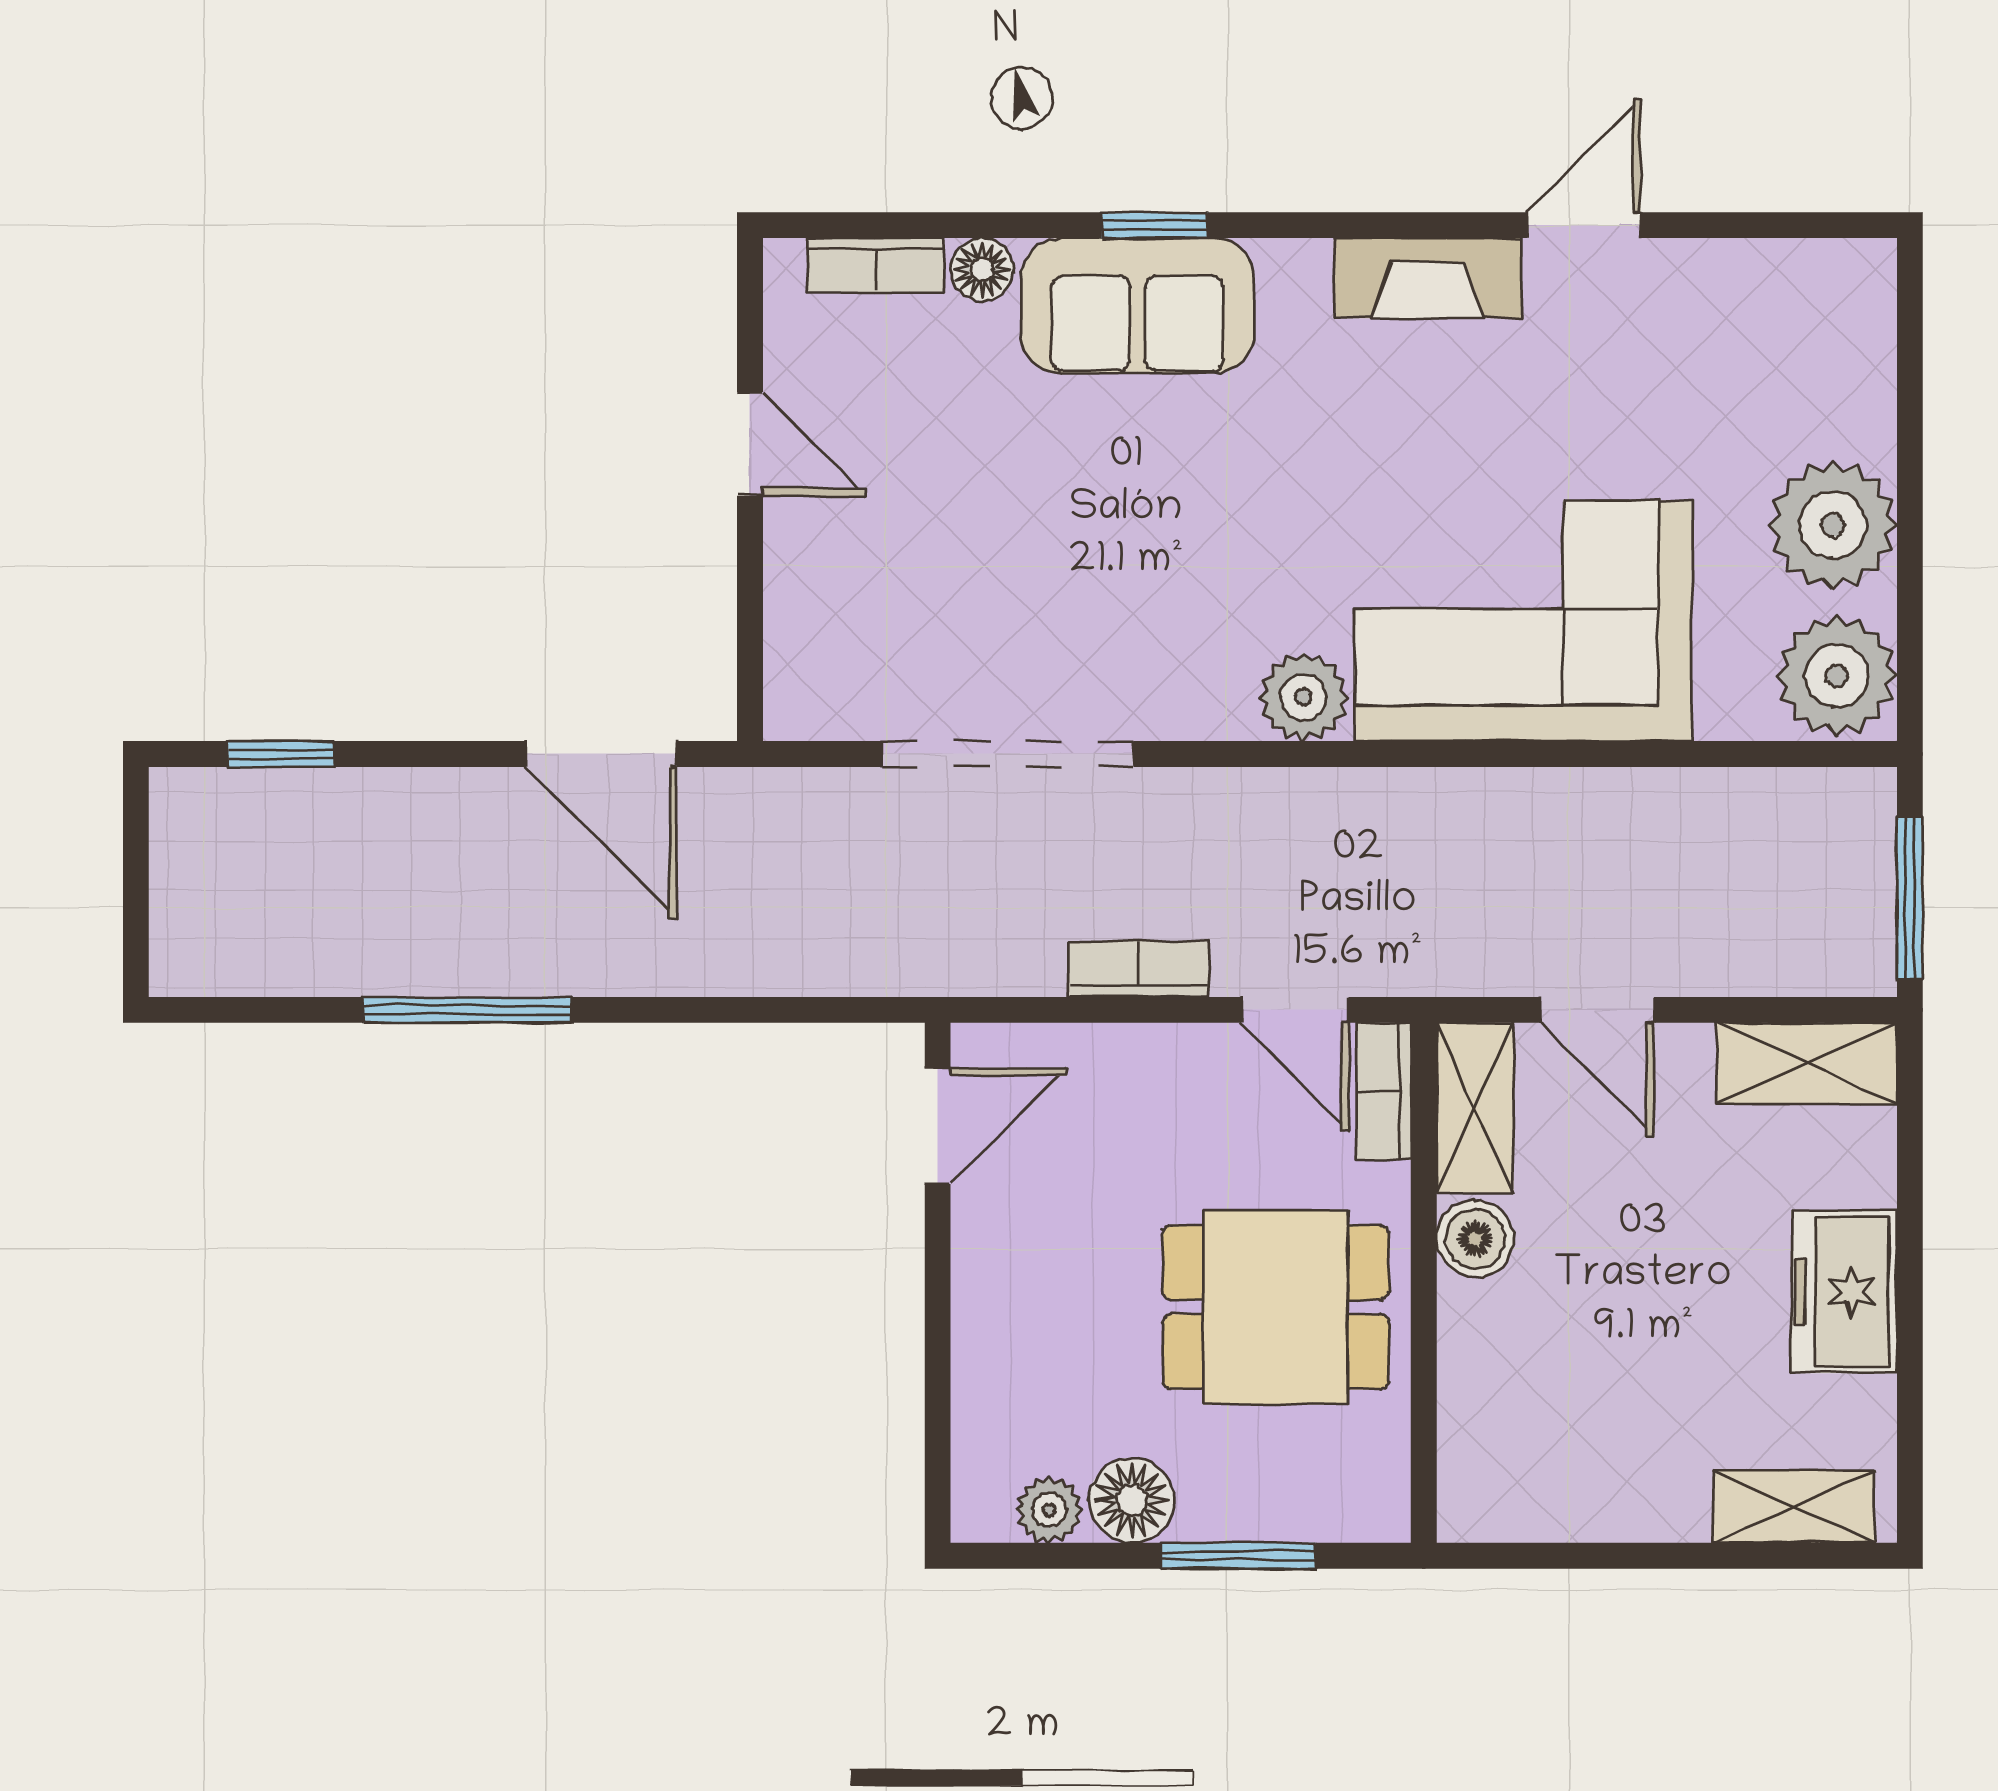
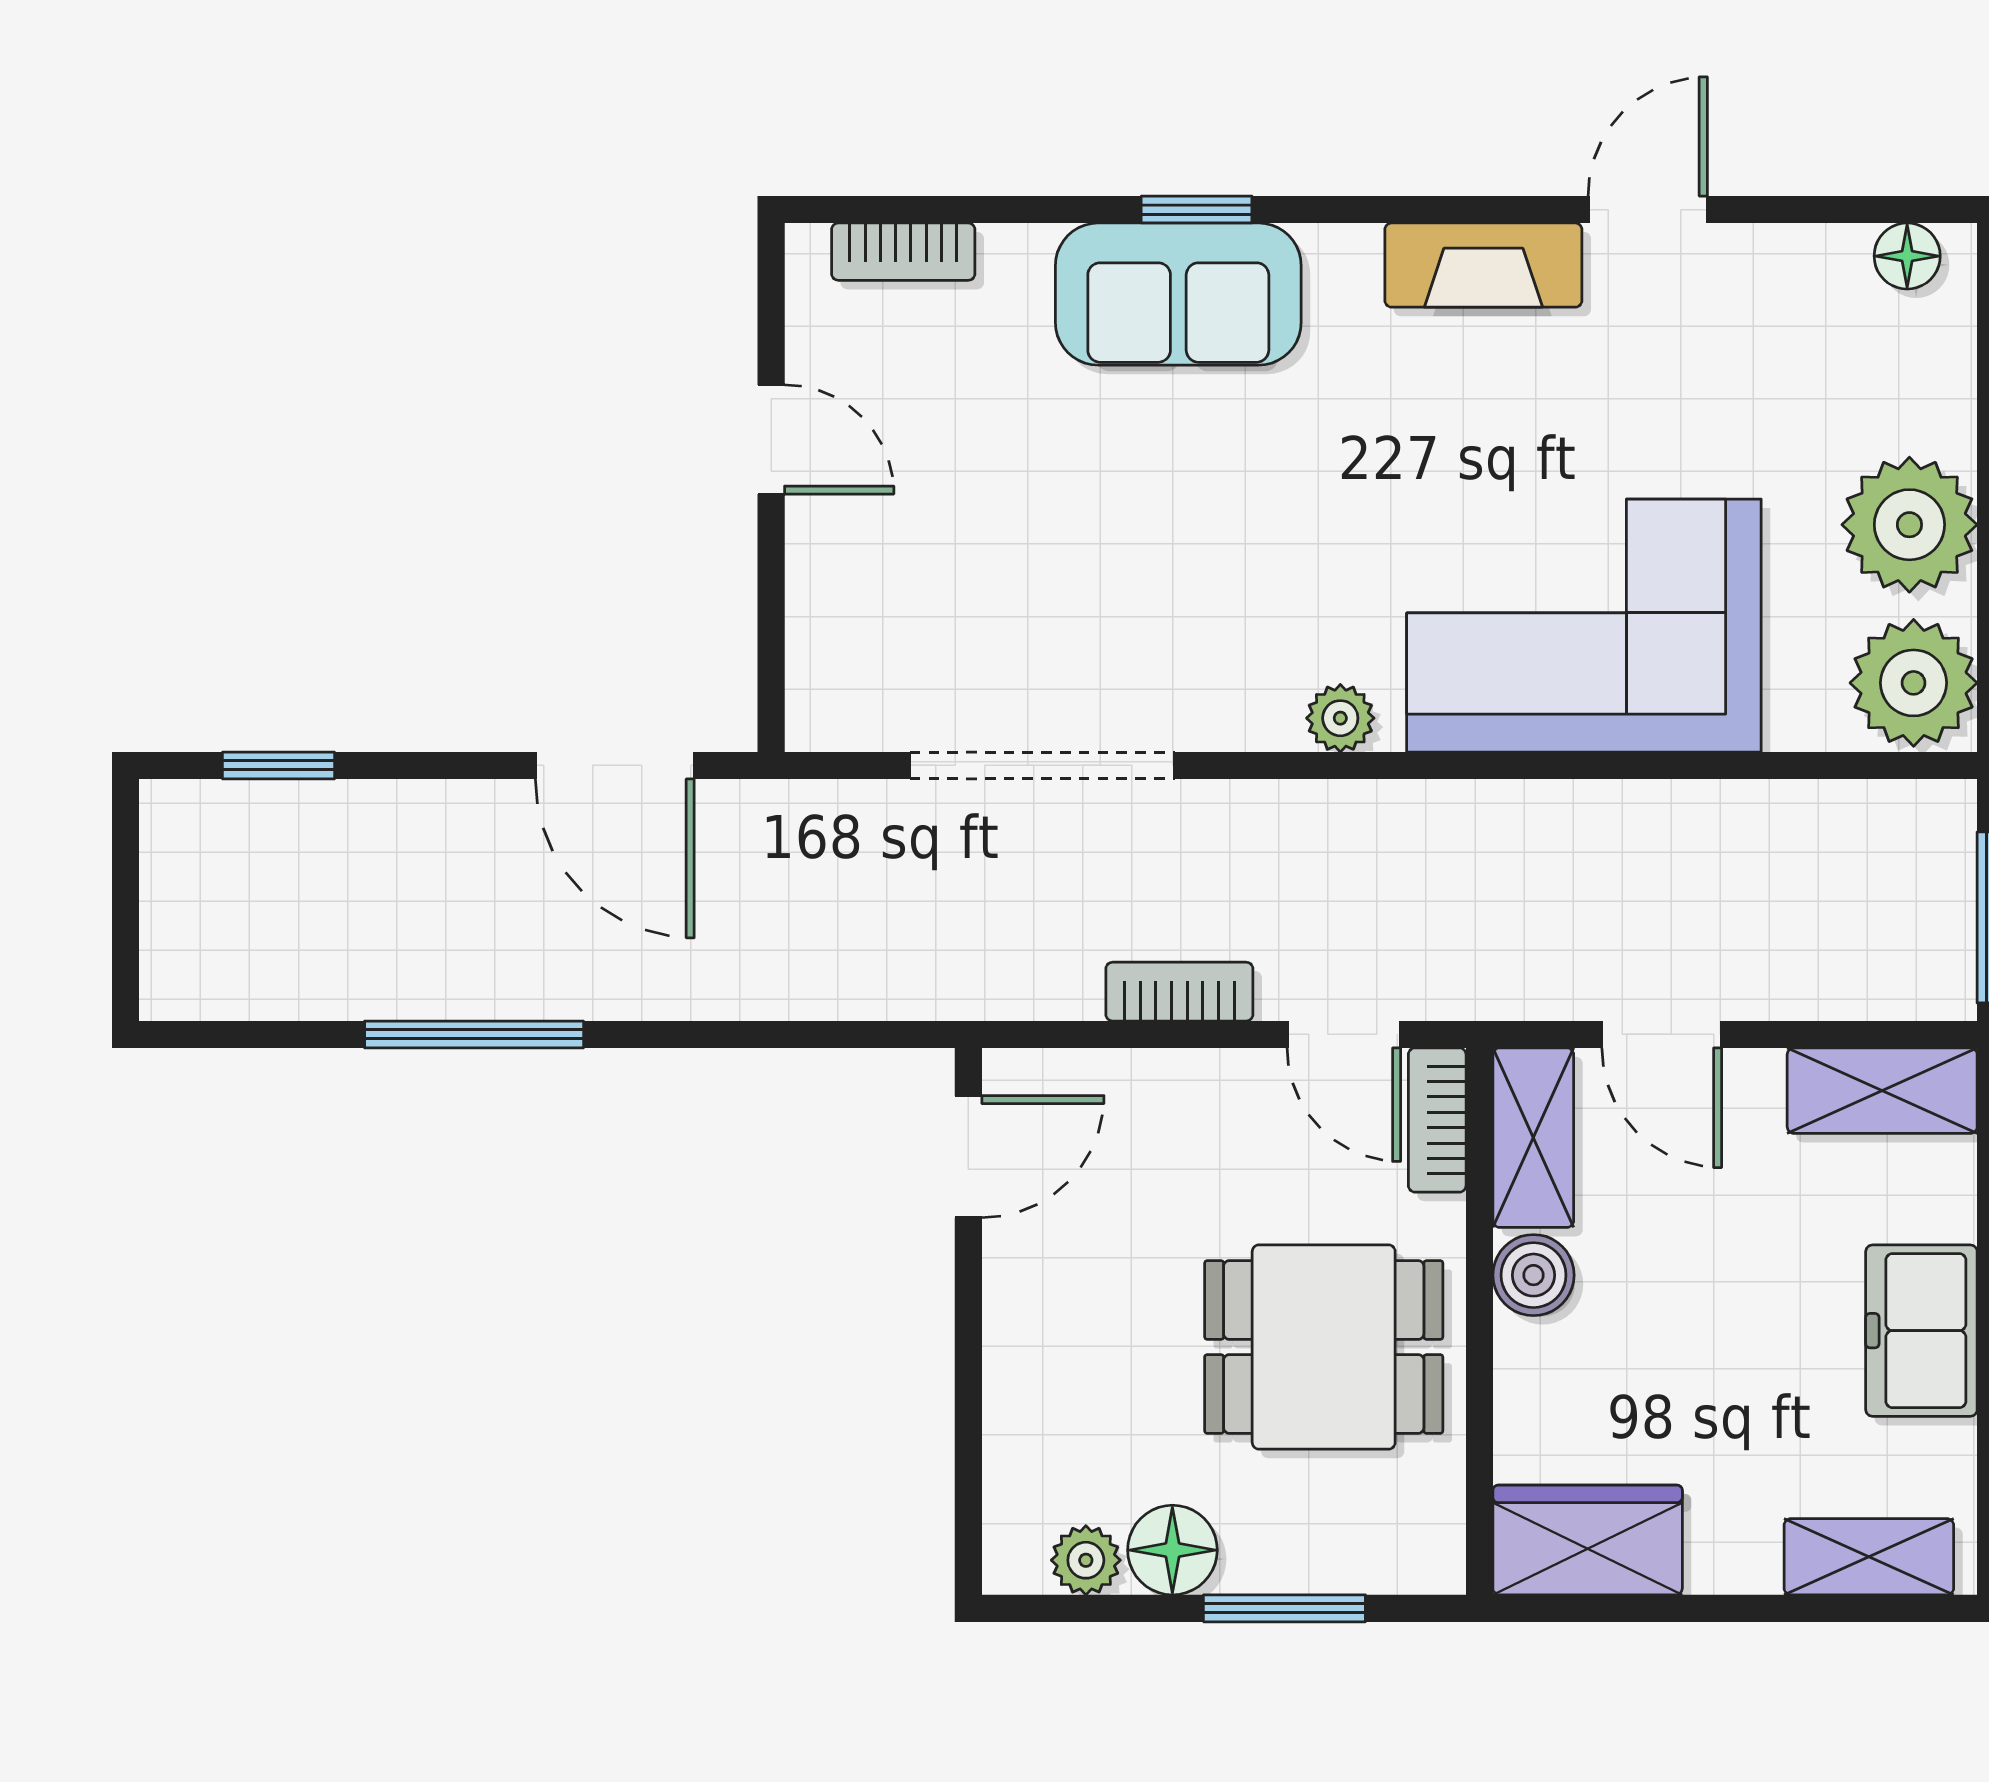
floor lamp: (982, 269) -> (1907, 256), moved
plant: (1303, 697) -> (1340, 718), width x0.73, depth x0.73
wardrobe: (1527, 1491) -> (1588, 1540), added

